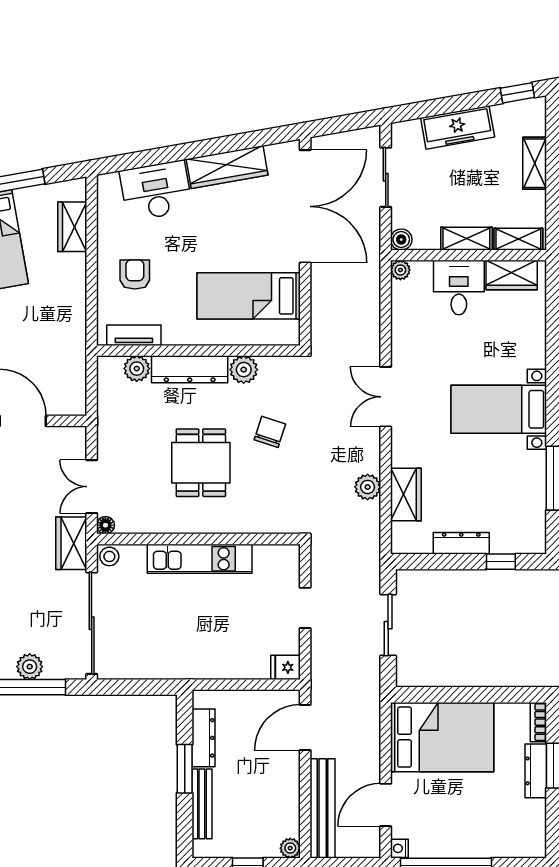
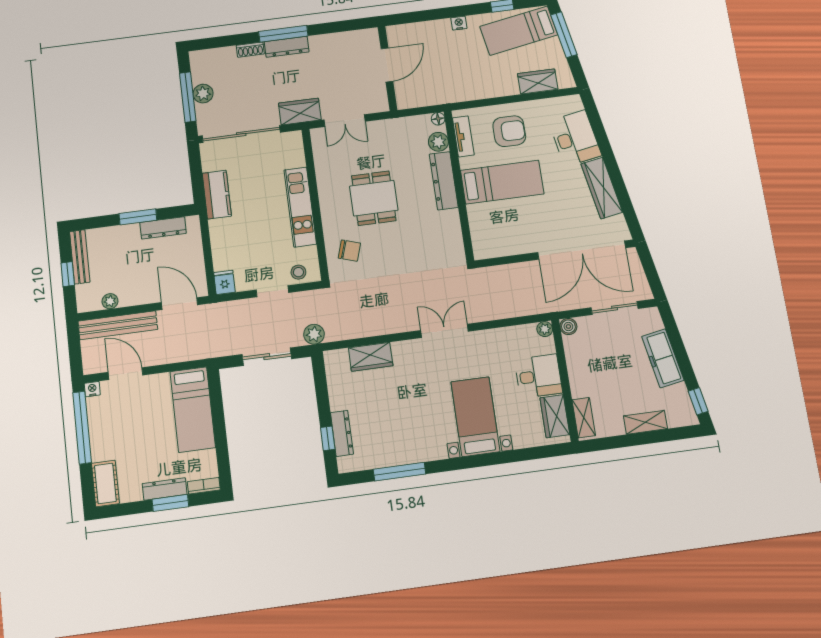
shelving: (466, 239) -> (577, 377), removed
armchair: (135, 274) -> (509, 131), width x1.38, depth x1.38
bed: (249, 296) -> (502, 182), moved, turned 90
plant: (244, 370) -> (450, 221), removed
bed with nightstands: (499, 409) -> (475, 417), moved
chair: (270, 432) -> (349, 251), moved
dining table: (201, 463) -> (374, 198), turned 90
double door: (92, 487) -> (345, 121), swing flipped
plant: (368, 487) -> (314, 334), moved
floor lamp: (105, 525) -> (438, 119), moved
dresser: (461, 543) -> (342, 433), moved
stool: (109, 556) -> (298, 272), moved
kitchen counter: (169, 664) -> (217, 195), added
bed: (442, 737) -> (193, 410), width x0.67
bench: (202, 804) -> (80, 257), moved, turned 90
cot: (519, 843) -> (105, 483), added
plant: (290, 848) -> (110, 301), moved

